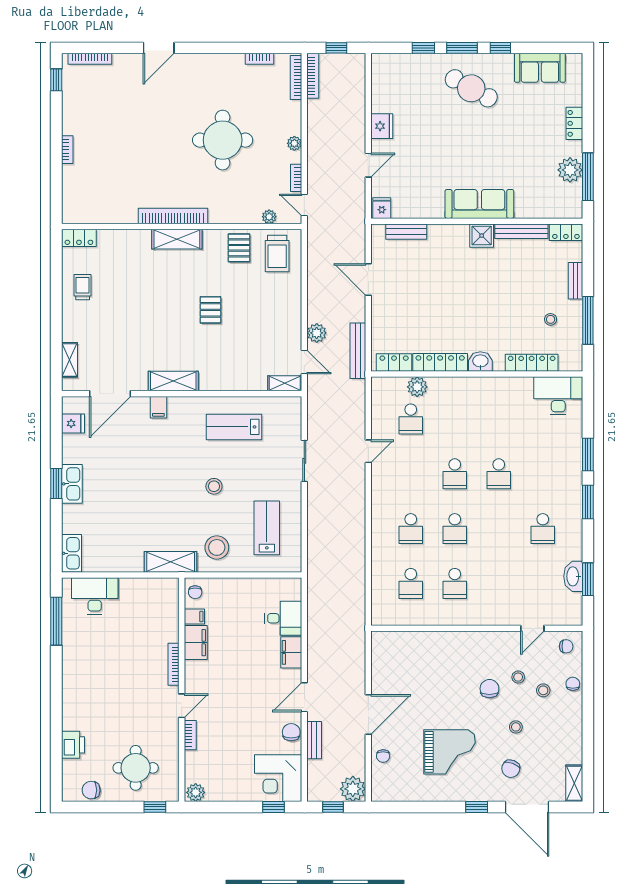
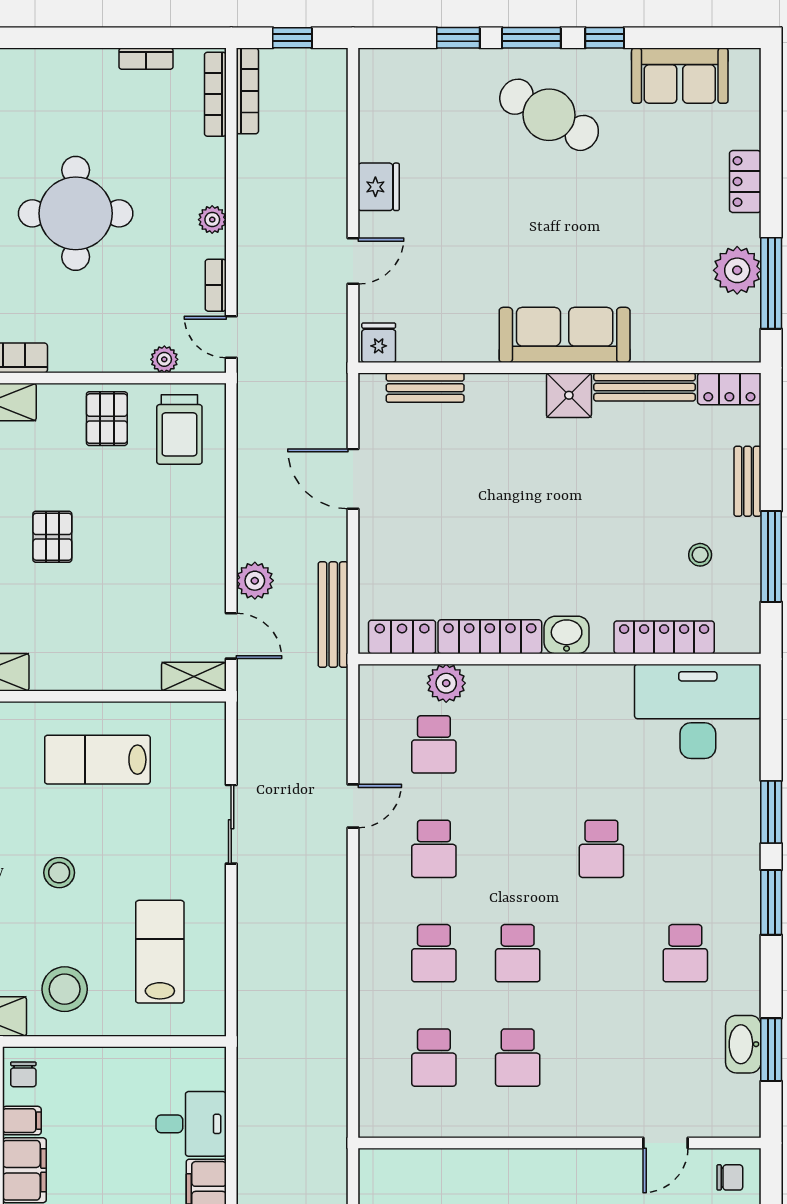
desk: (558, 396) -> (698, 711), width x1.36, depth x1.30
school desk: (455, 474) -> (434, 849), moved

